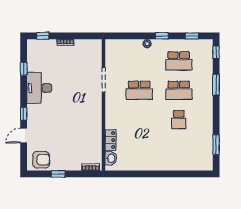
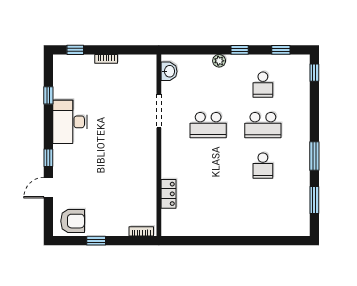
school desk: (179, 61) -> (263, 85), width x0.54
window: (216, 85) -> (314, 156), moved
washbasin: (111, 158) -> (169, 71), moved

